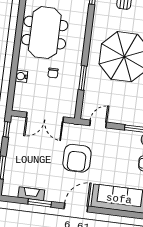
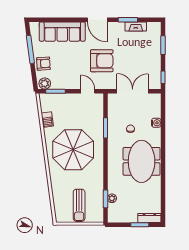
door: (98, 124) -> (88, 91), swing flipped
armchair: (77, 158) -> (102, 61), turned 90
door: (76, 207) -> (97, 20), hinge flipped

